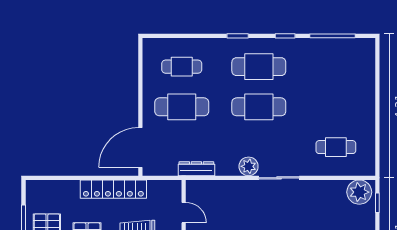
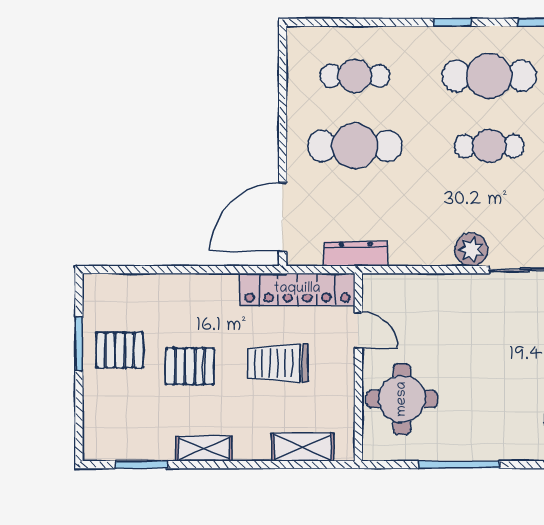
cafe table: (259, 107) -> (489, 146), width x0.73, depth x0.74
dresser: (196, 169) -> (356, 254), moved
locker: (113, 189) -> (297, 289), moved

